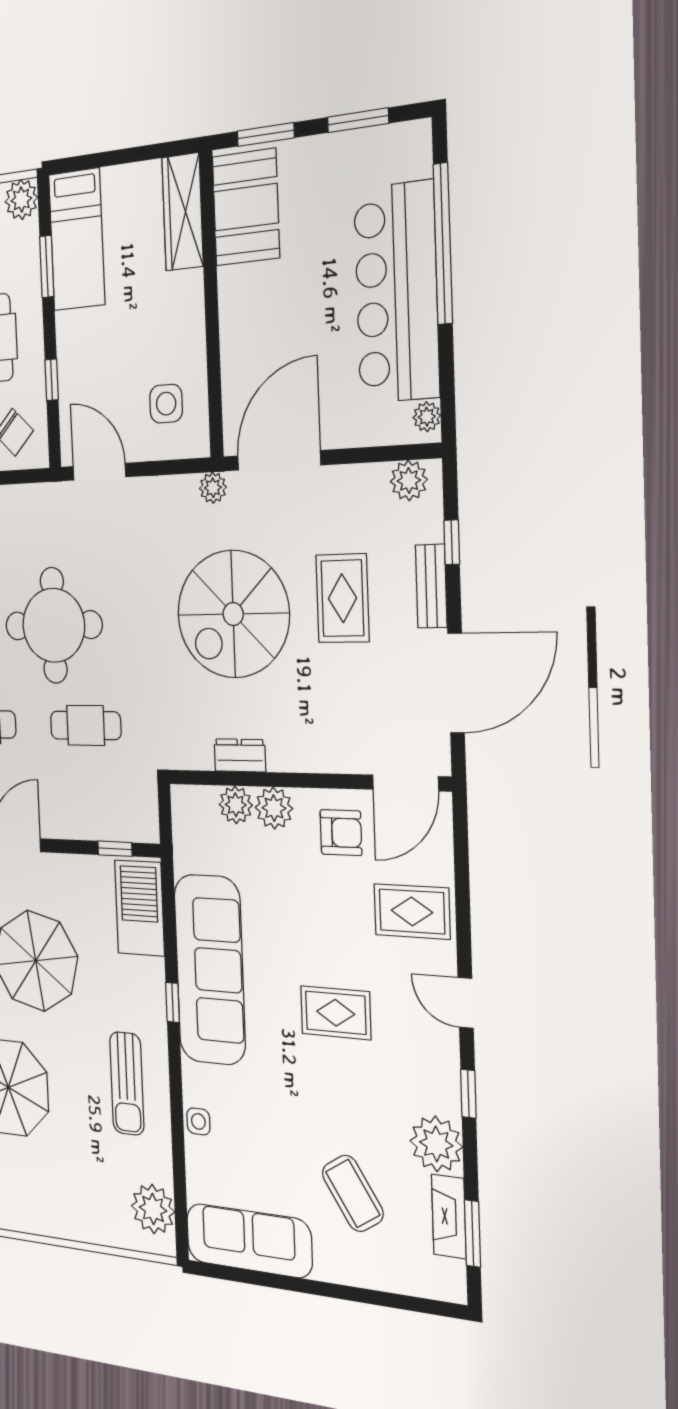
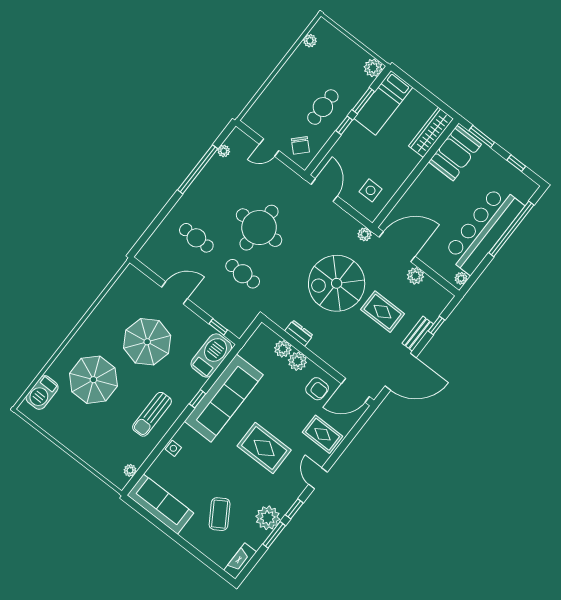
window: (358, 120) -> (516, 163), width x0.67
window: (52, 380) -> (344, 125), moved
plant: (409, 481) -> (415, 276), moved
rug: (342, 598) -> (383, 312), turned 90
rug: (336, 1013) -> (264, 448), width x1.36, depth x1.43
plant: (153, 1209) -> (130, 470), width x0.53, depth x0.53
fireplace: (449, 1217) -> (240, 561), moved
window: (473, 1234) -> (274, 535), moved

